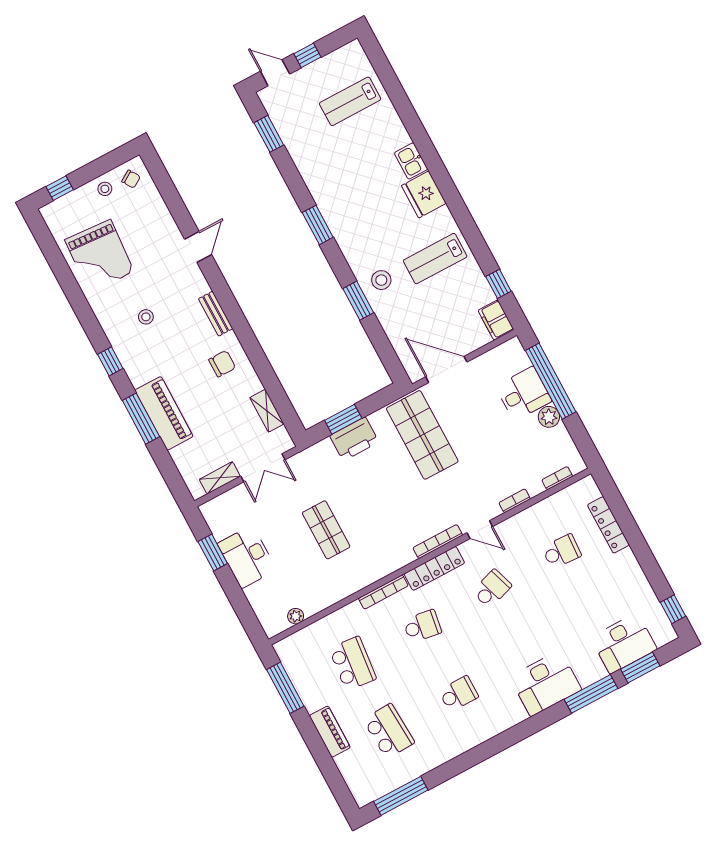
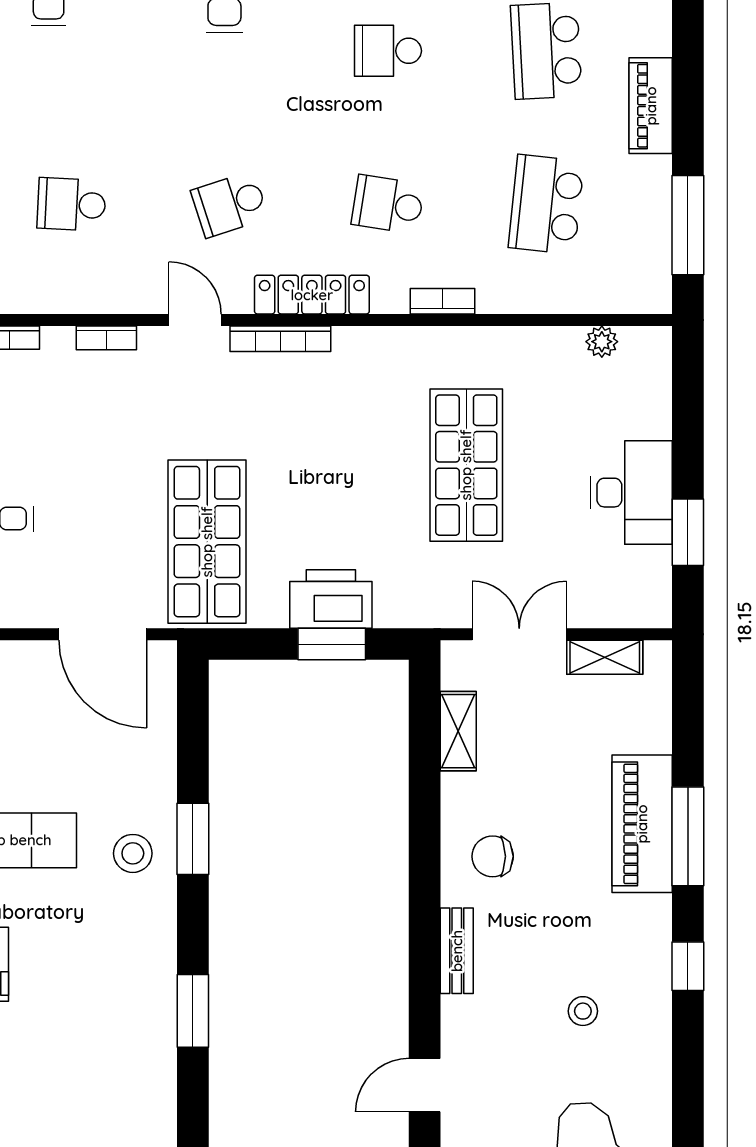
shop shelf: (326, 530) -> (466, 465), width x1.43, depth x1.36
bookcase: (383, 592) -> (442, 301), width x0.64

